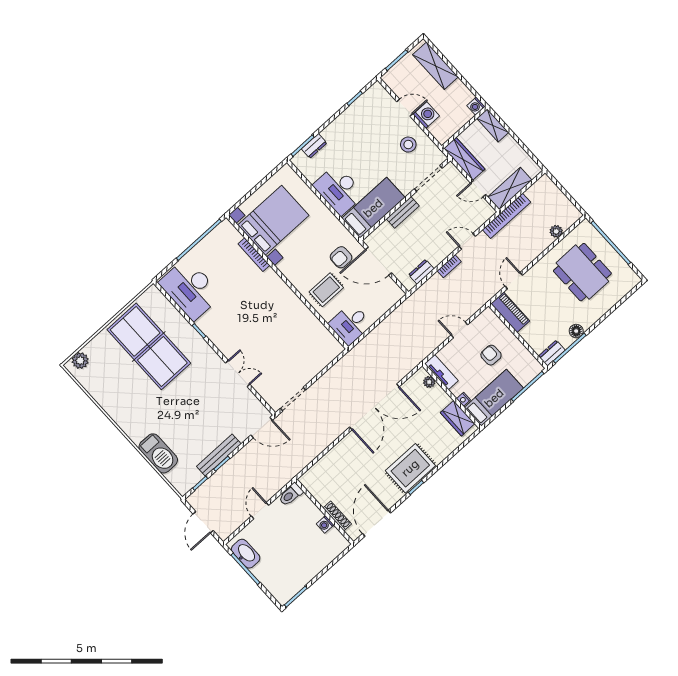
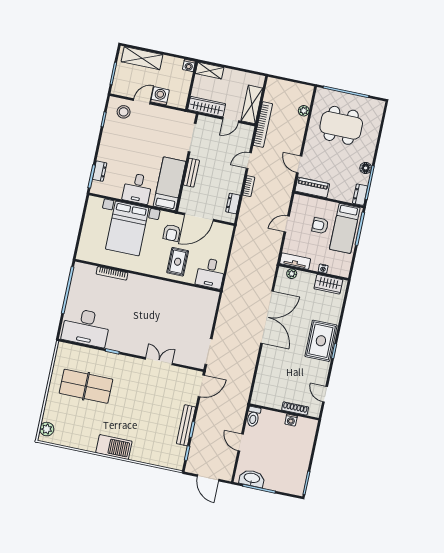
stool: (408, 145) -> (124, 112), moved
desk: (339, 190) -> (137, 188), width x0.73
bed with nightstands: (273, 220) -> (127, 229), moved, turned 180
table tennis table: (149, 346) -> (86, 386), width x0.73, depth x0.76
bed: (494, 398) -> (345, 228), moved, turned 180
barbecue: (158, 453) -> (114, 447), moved
door: (377, 523) -> (325, 394), width x0.53

